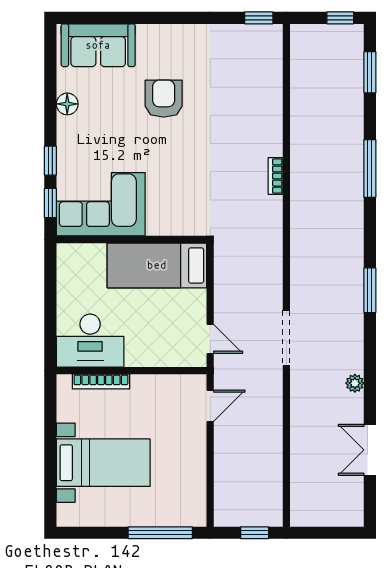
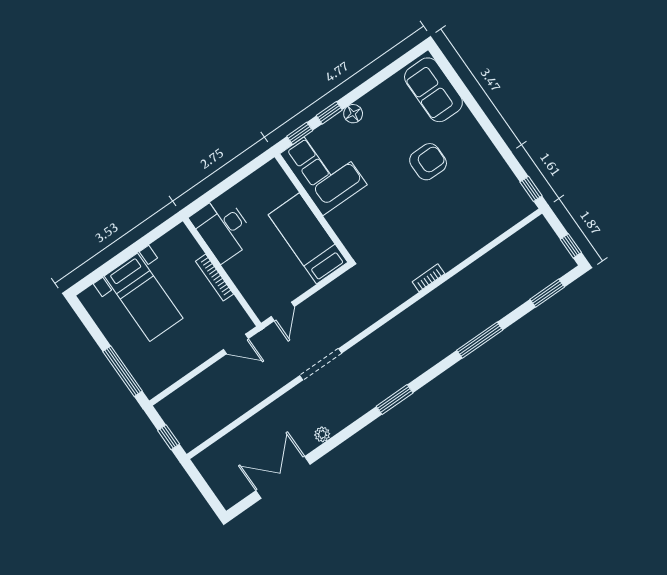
floor lamp: (67, 104) -> (353, 114), moved
bookcase: (101, 382) -> (214, 278), moved
double door: (370, 450) -> (283, 477), width x1.37

